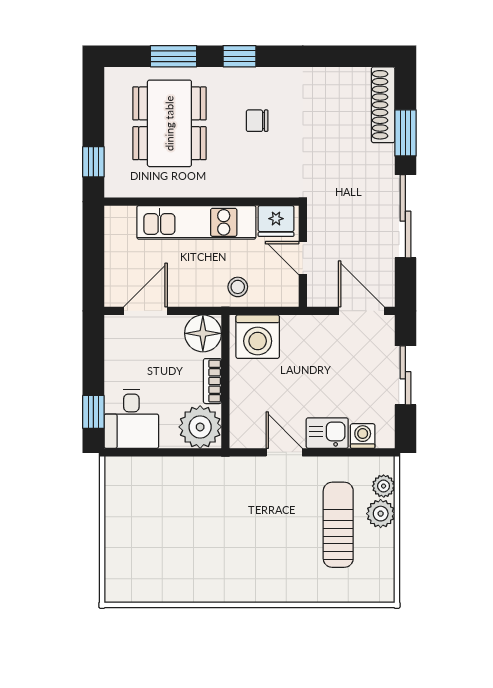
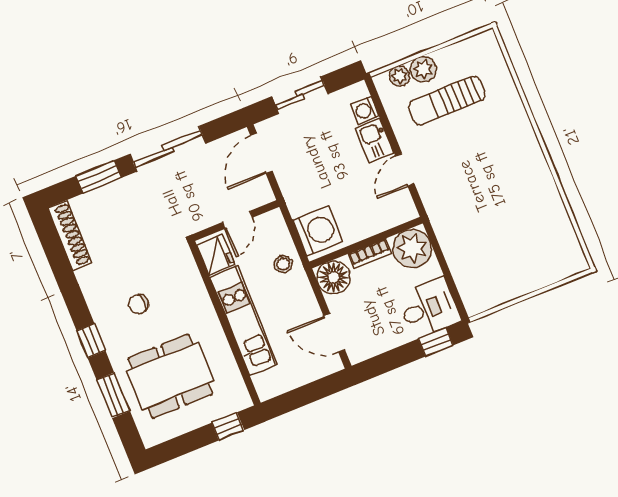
shoe rack: (383, 105) -> (70, 236), moved, turned -90
chair: (257, 121) -> (139, 304), turned 90

